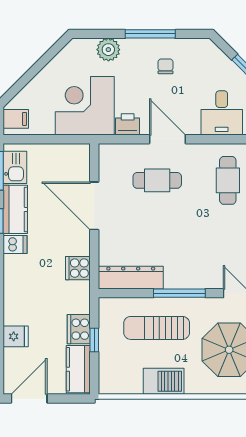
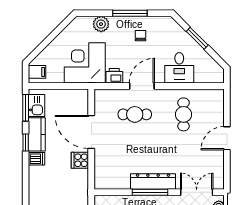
door: (167, 139) -> (142, 86), hinge flipped
cooker: (78, 268) -> (80, 160), moved
dresser: (131, 278) -> (153, 181), moved

